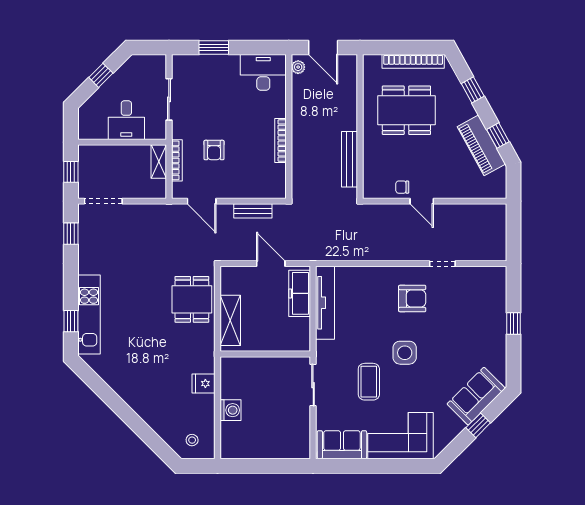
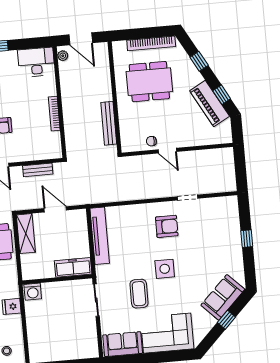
freezer: (300, 293) -> (73, 267), moved, turned 90
shelving: (230, 320) -> (26, 234), moved
washing machine: (231, 410) -> (33, 292), moved, turned 90

